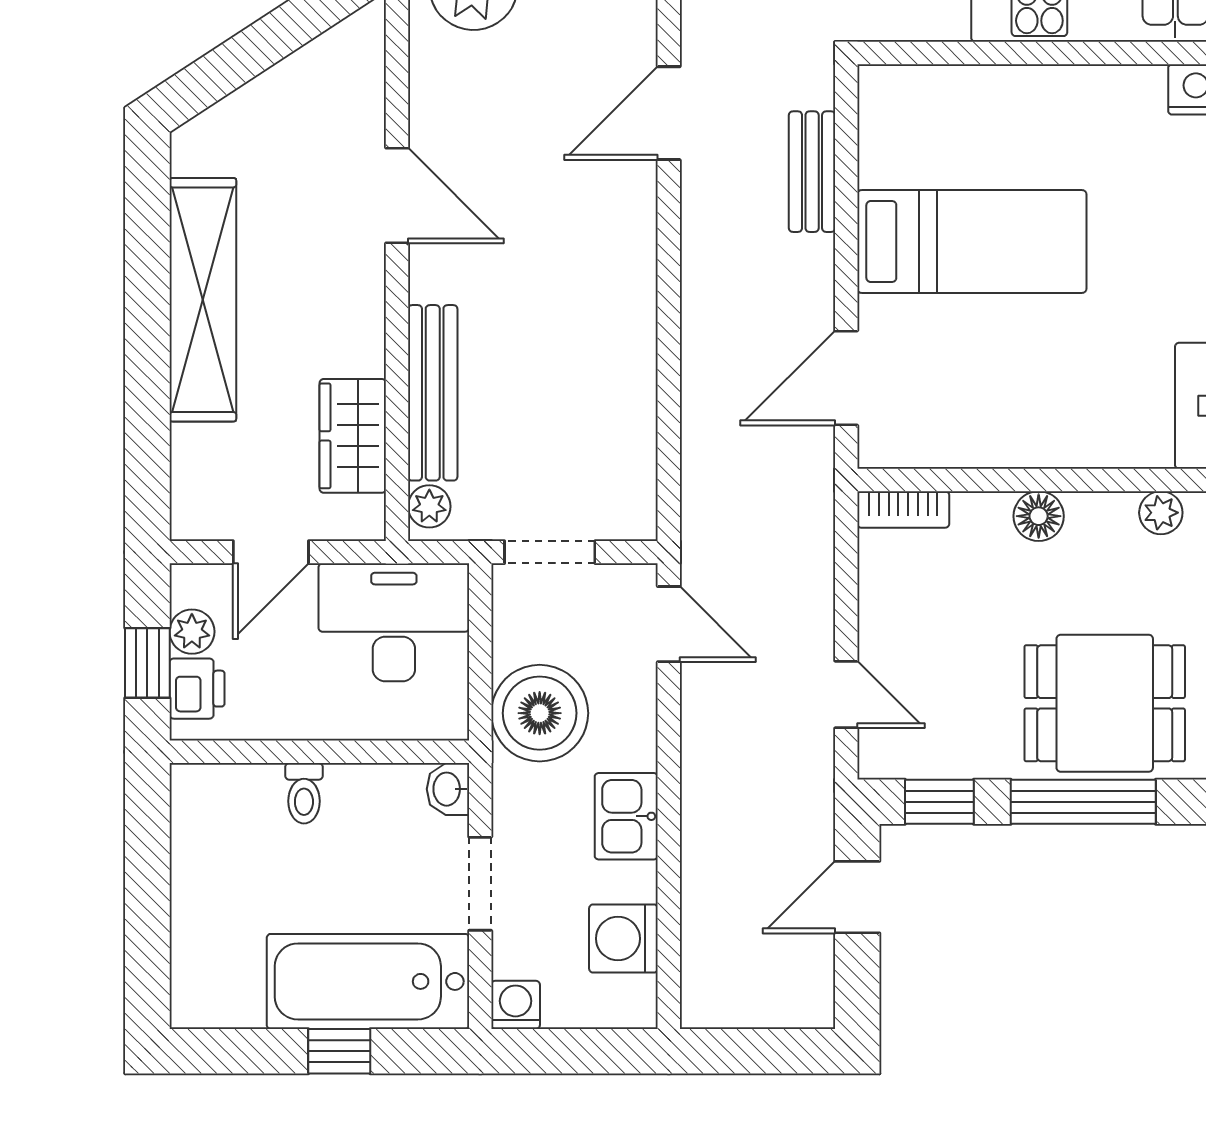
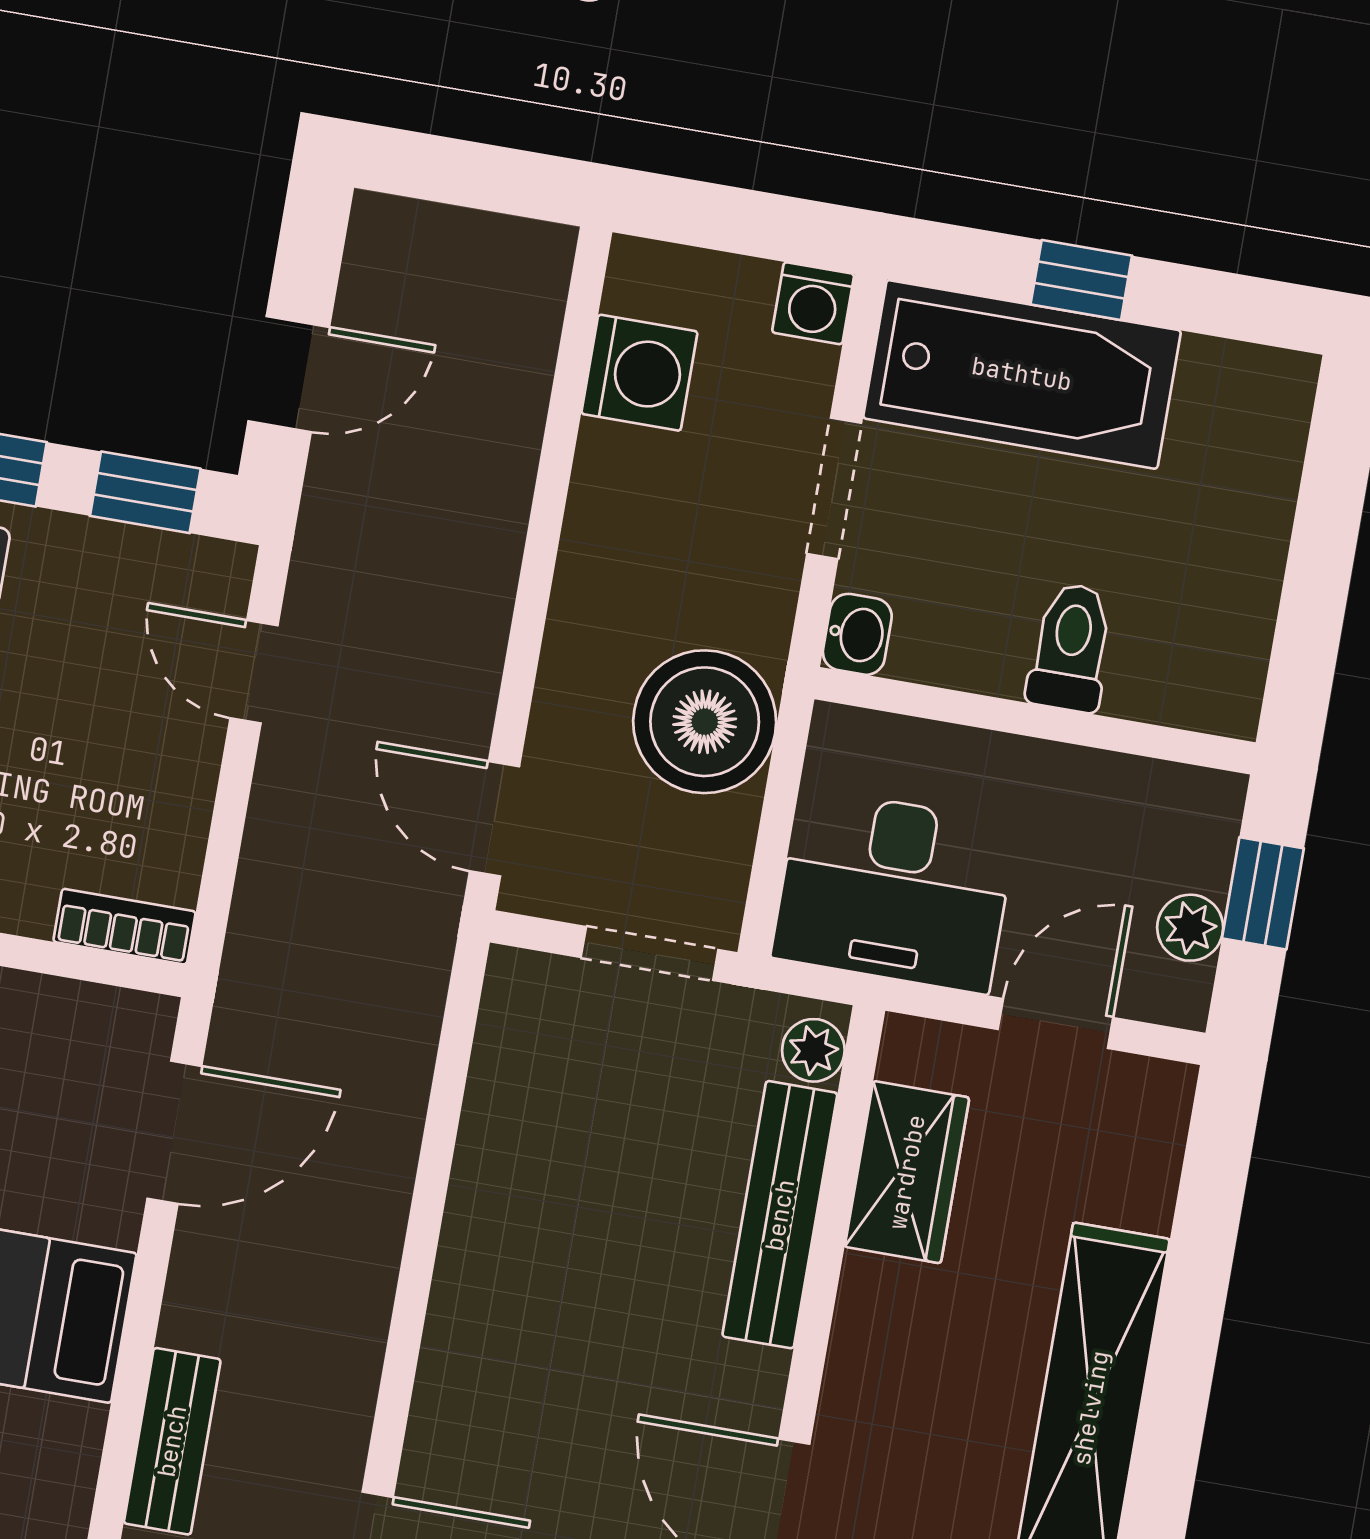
printer: (197, 689) -> (1197, 844), removed
toilet: (304, 793) -> (1071, 647), width x1.37, depth x1.39
kitchen sink: (626, 816) -> (605, 550), removed

